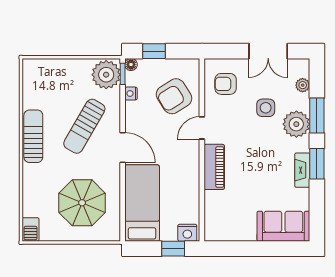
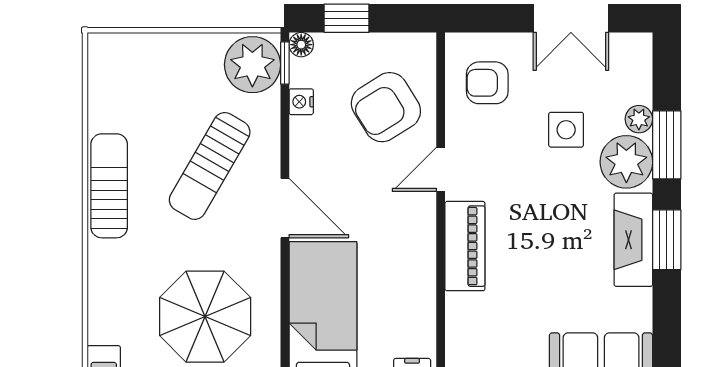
plant: (303, 85) -> (639, 119), moved
fireplace: (302, 170) -> (633, 240), width x1.37, depth x1.32

